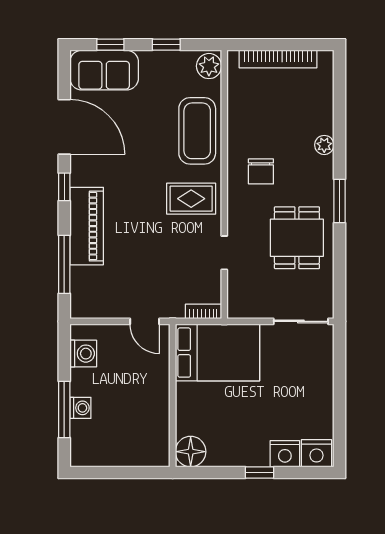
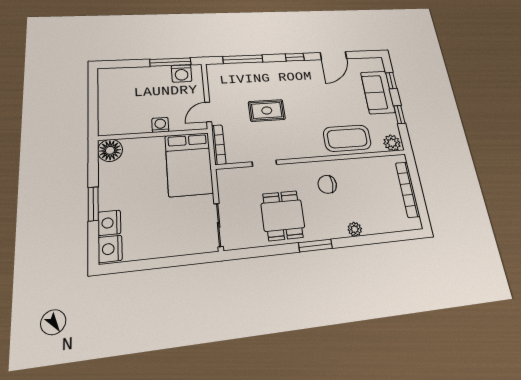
sofa: (104, 70) -> (378, 92), moved
door: (64, 127) -> (333, 56), width x0.73
rug: (191, 199) -> (267, 110), moved, turned 90
piano: (87, 226) -> (271, 72), removed
dining table: (297, 238) -> (283, 215), turned 90
bookcase: (203, 311) -> (219, 145), width x1.56
washing machine: (80, 408) -> (160, 125), moved, turned 180
window: (64, 409) -> (170, 62), moved
window: (259, 473) -> (93, 204), width x1.50

